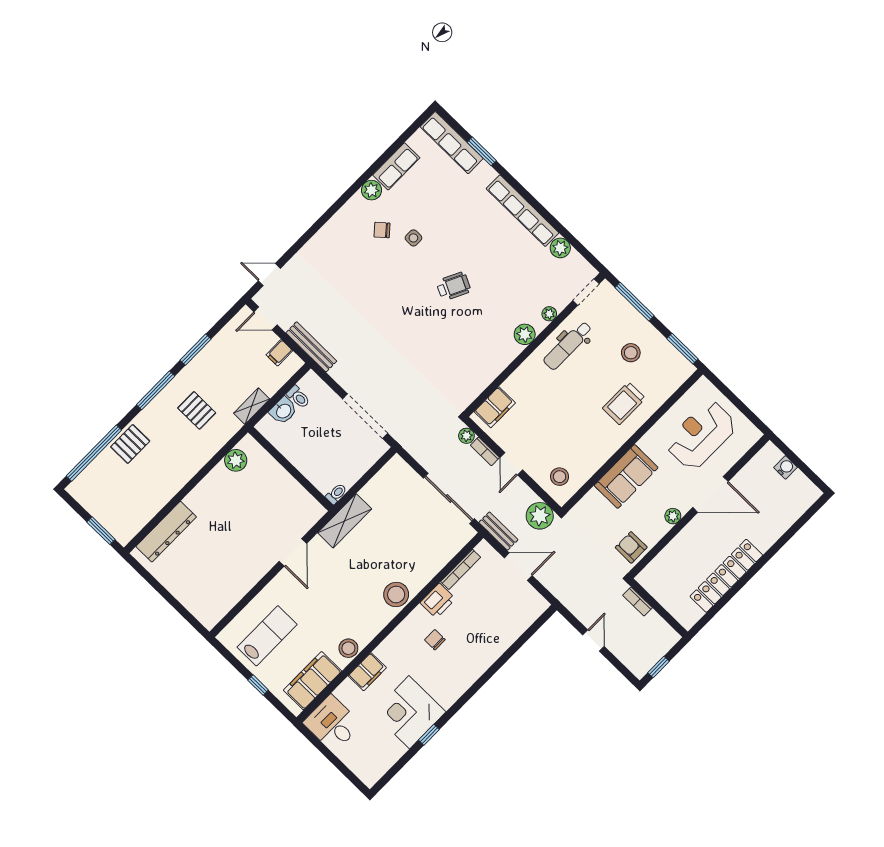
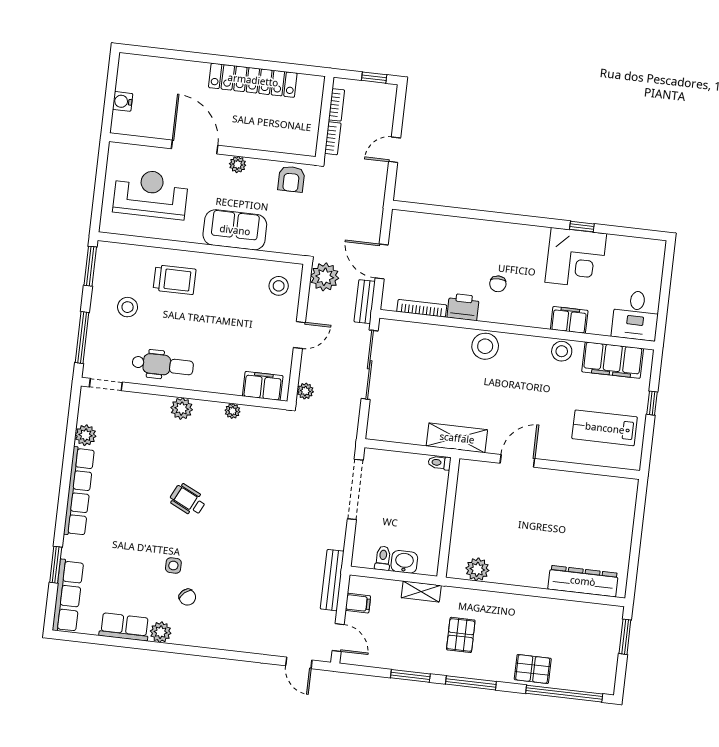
plant: (549, 314) -> (232, 411), moved
reception desk: (701, 435) -> (151, 194), turned 180
bookcase: (485, 451) -> (336, 105), moved

